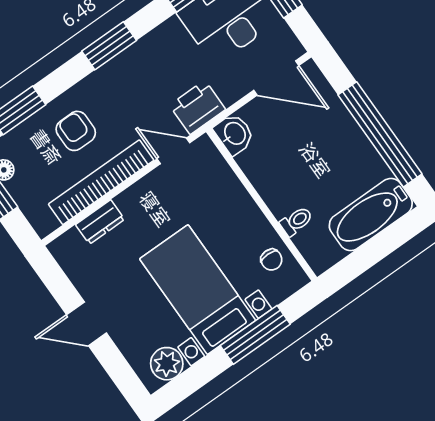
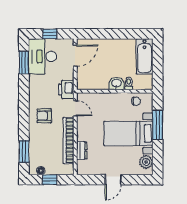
window: (109, 46) -> (24, 105), removed
armchair: (76, 131) -> (44, 116), moved
washbasin: (234, 134) -> (116, 83), moved
window: (380, 134) -> (119, 34), removed
door: (173, 151) -> (75, 108), swing flipped

